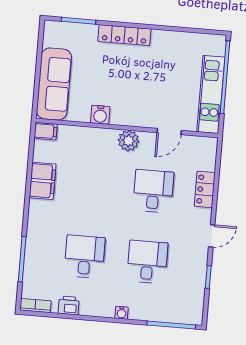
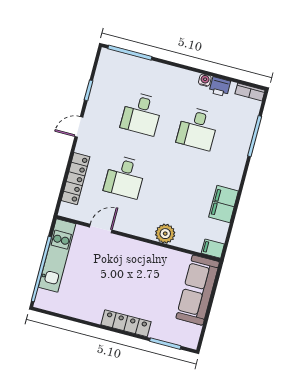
water cooler: (100, 115) -> (161, 255), removed
plant: (128, 141) -> (165, 234), moved
locker: (205, 189) -> (76, 179), width x1.53
water cooler: (122, 313) -> (205, 80), moved

